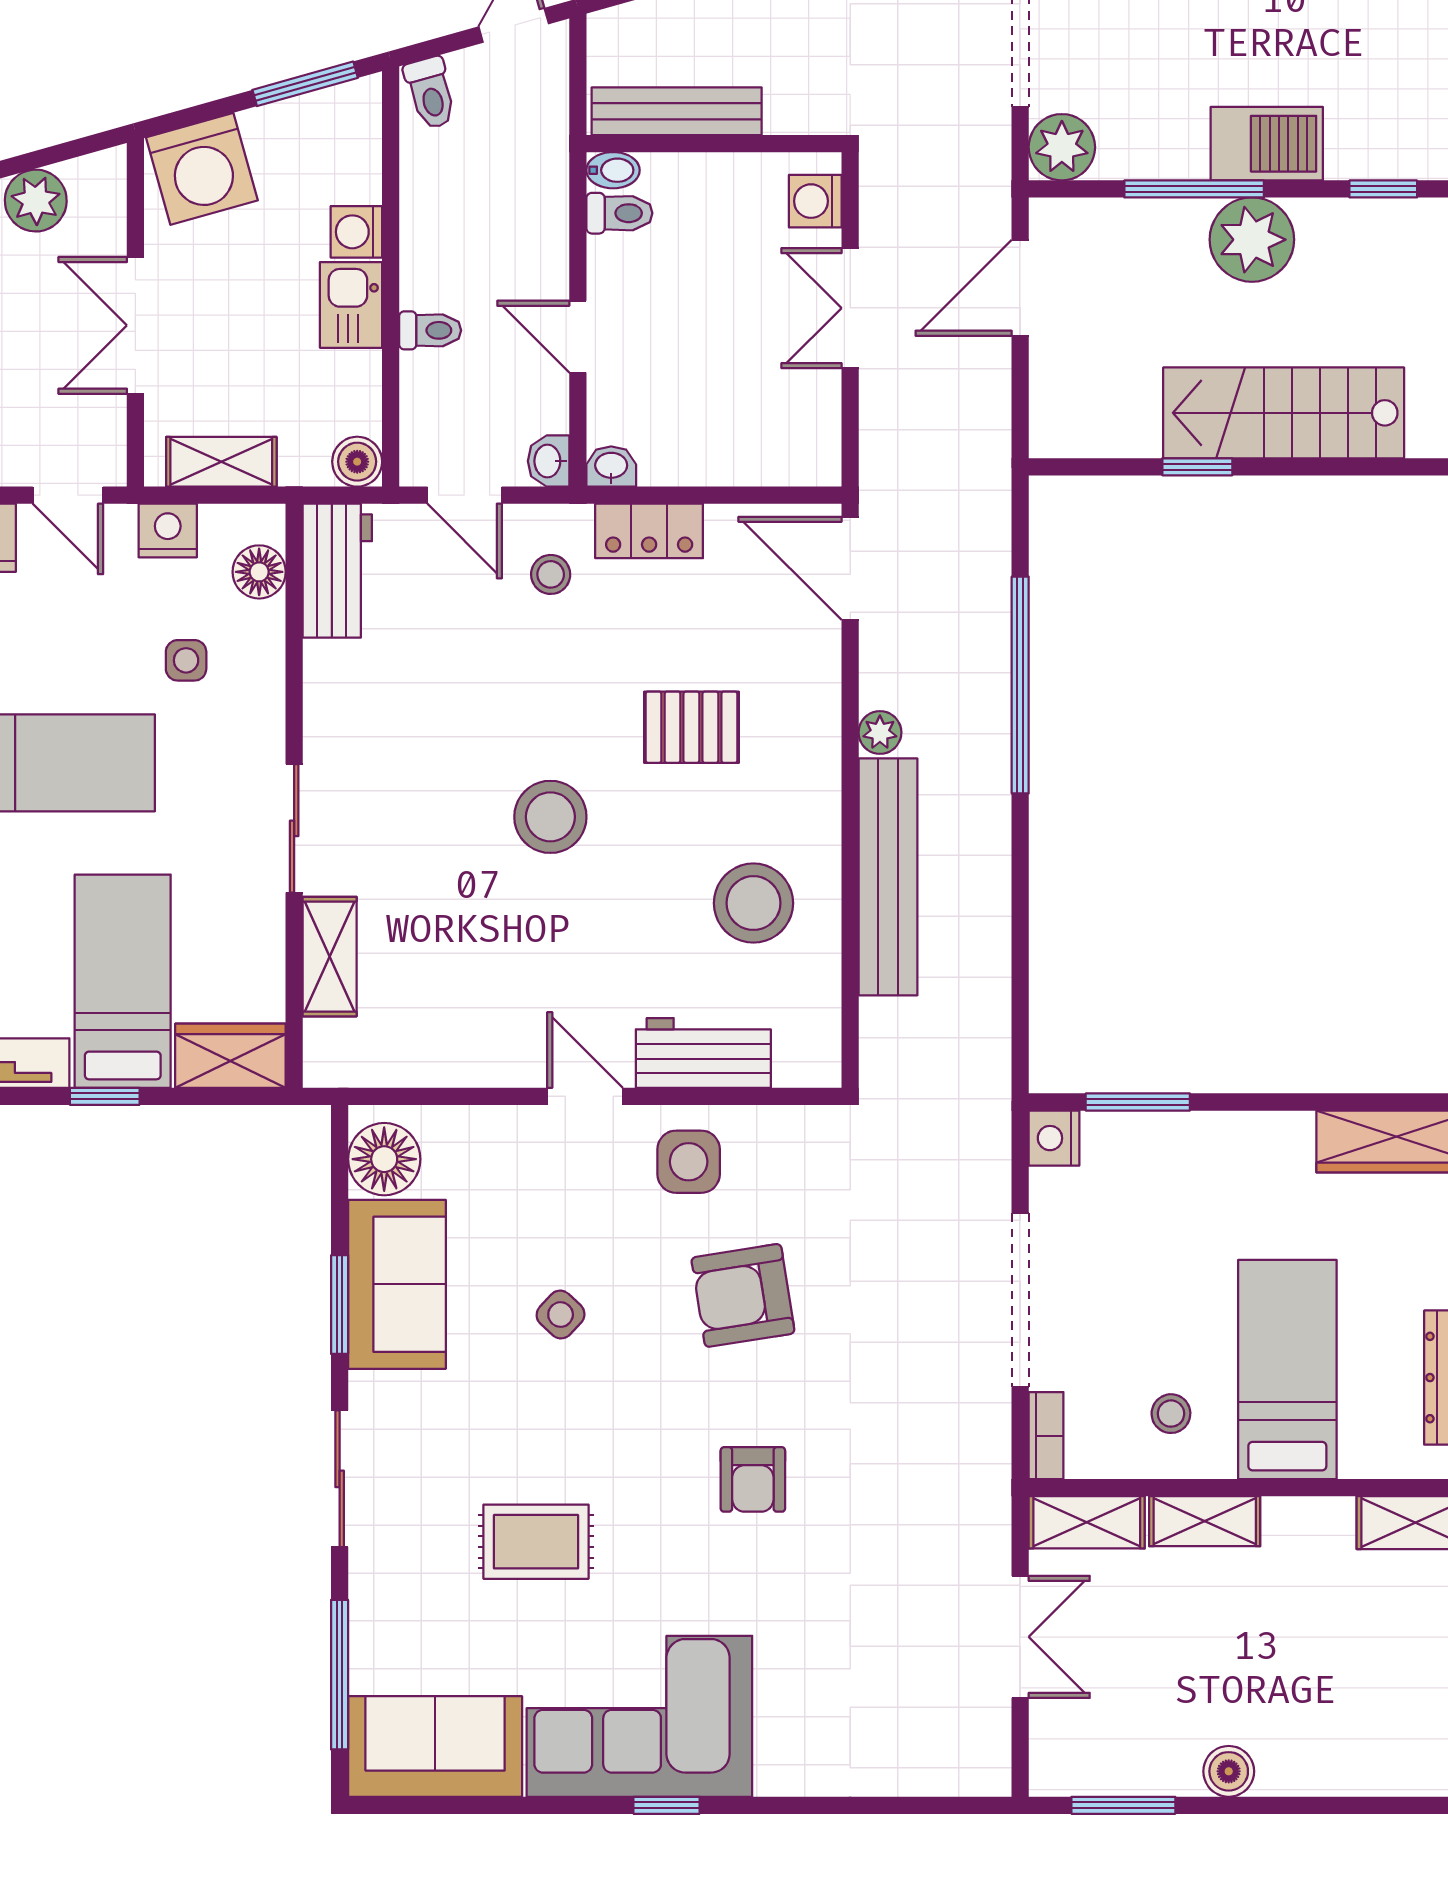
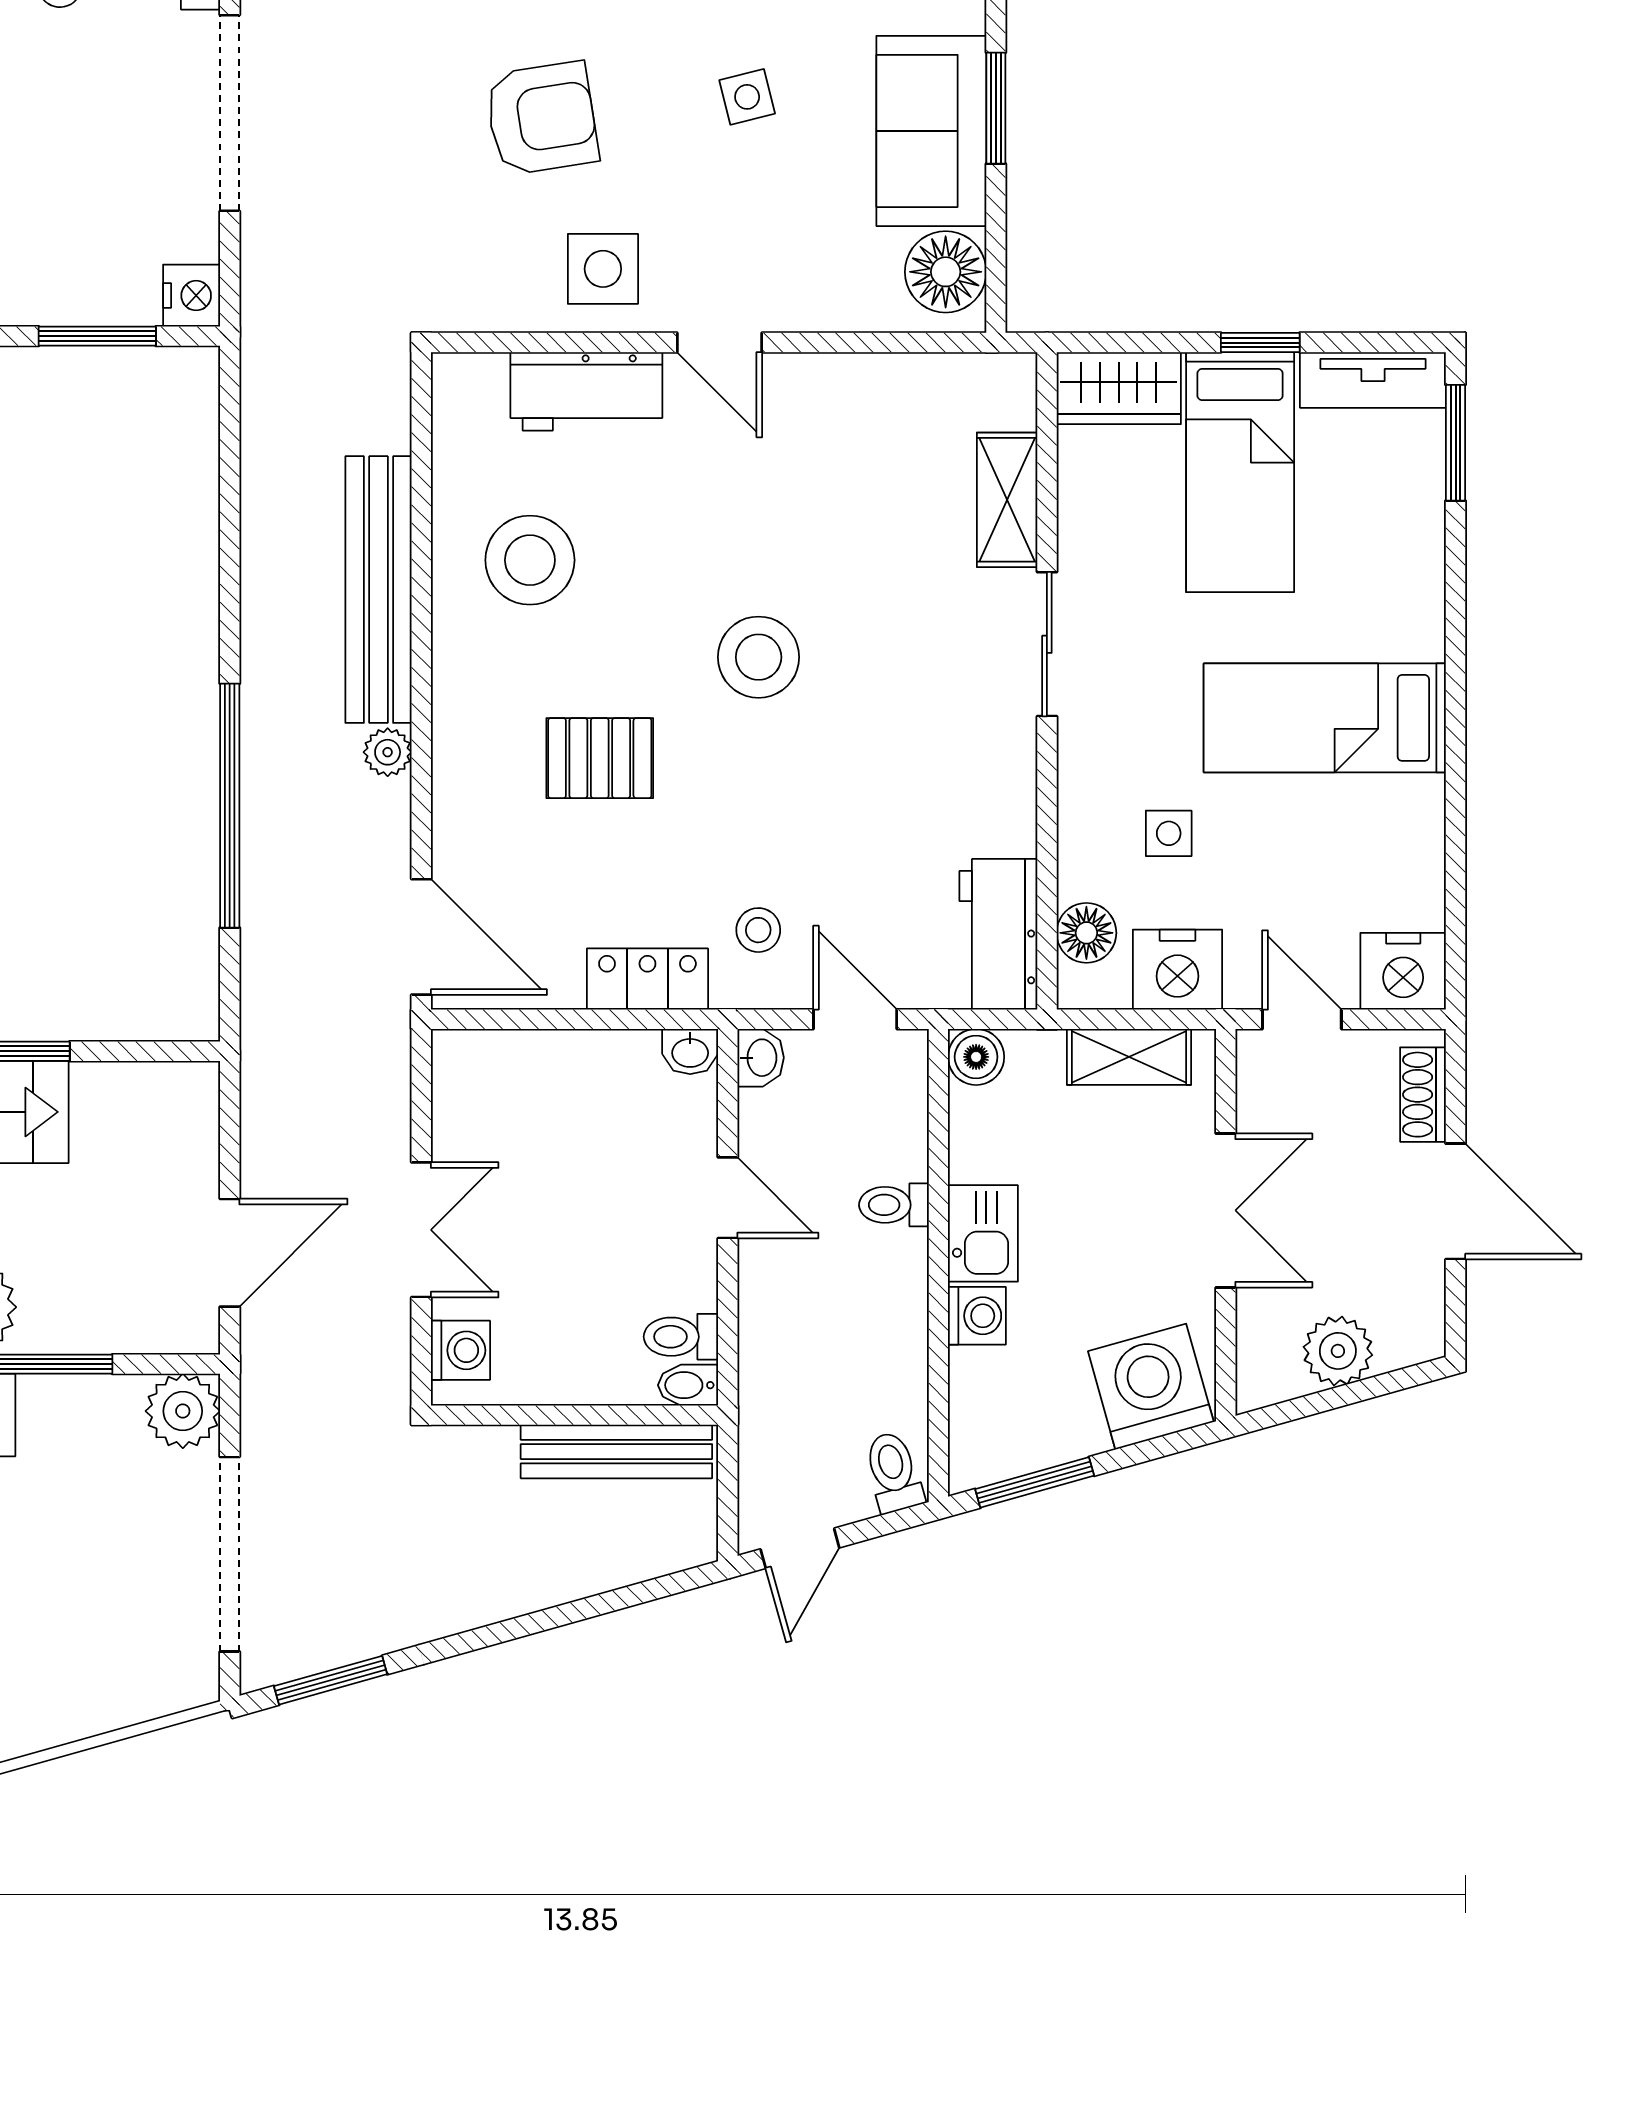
nightstand: (168, 531) -> (1177, 970), width x1.36, depth x1.33
side table: (561, 1315) -> (747, 97), turned 33

